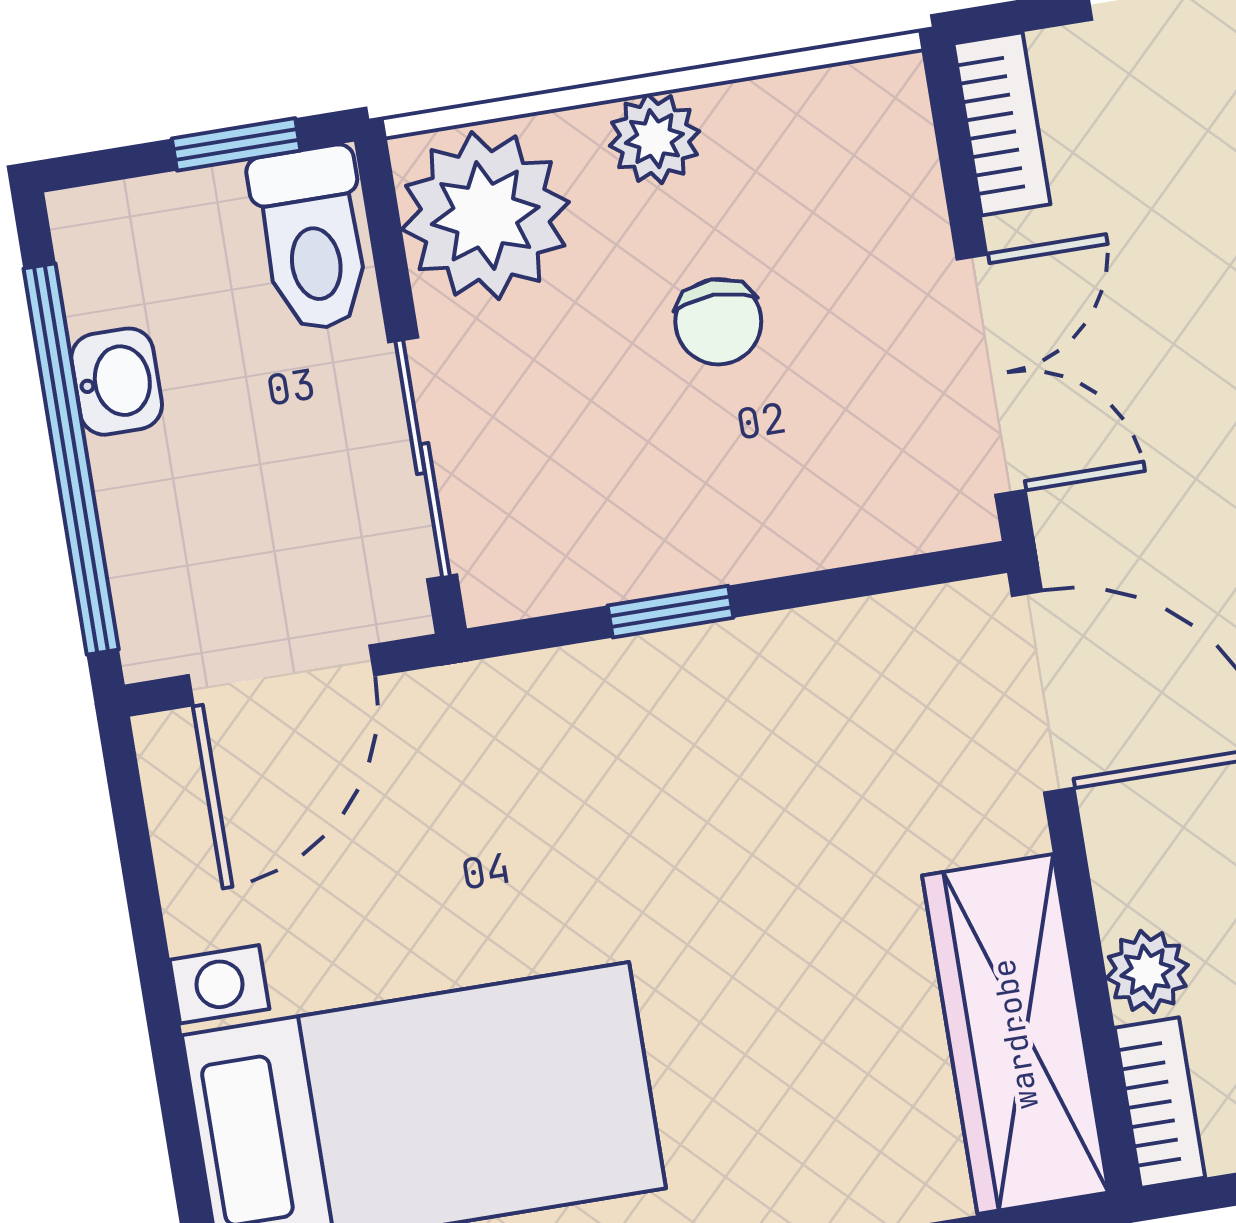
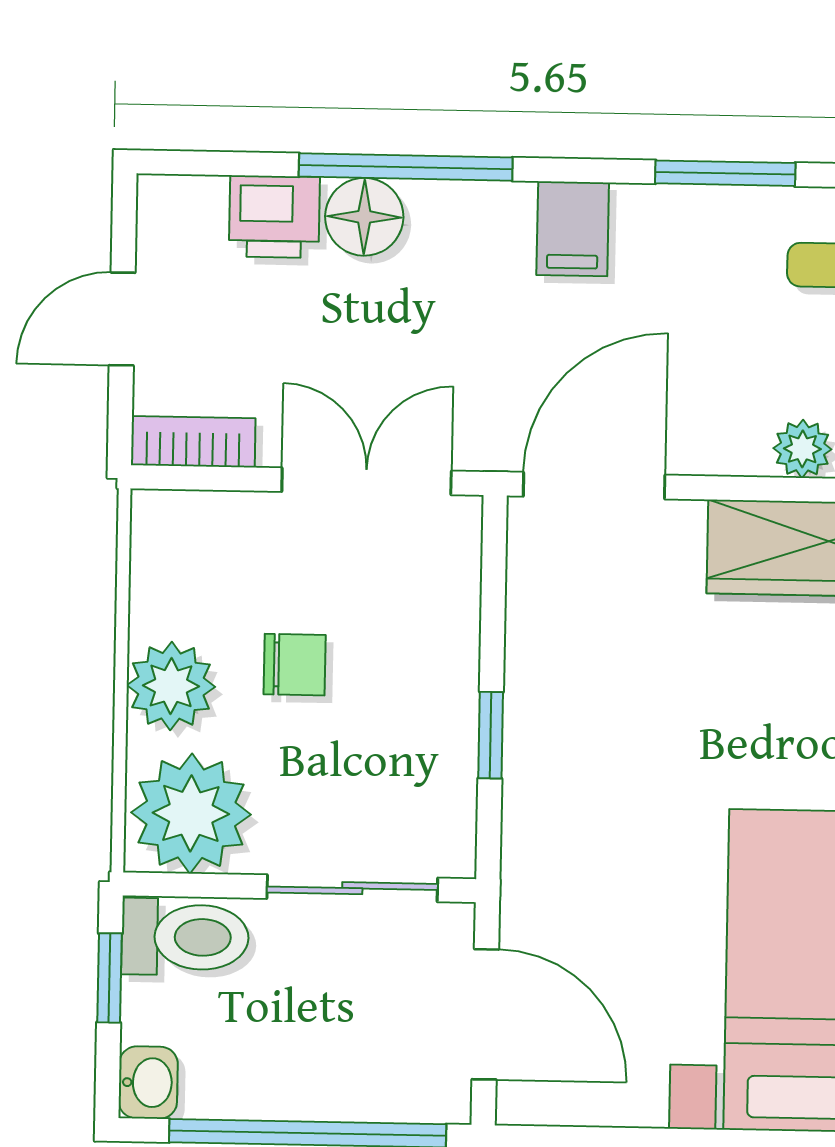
plant: (654, 139) -> (171, 686), width x1.38, depth x1.38
washbasin: (117, 382) -> (148, 1083), moved, turned 90

